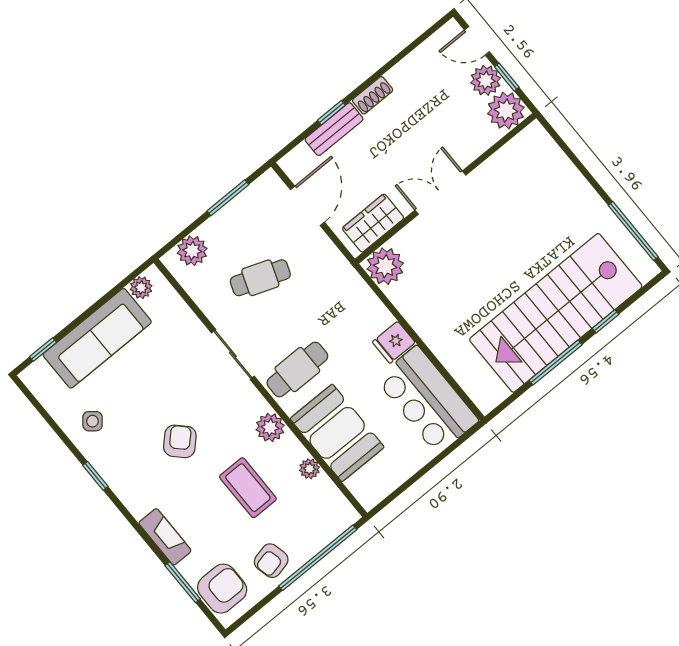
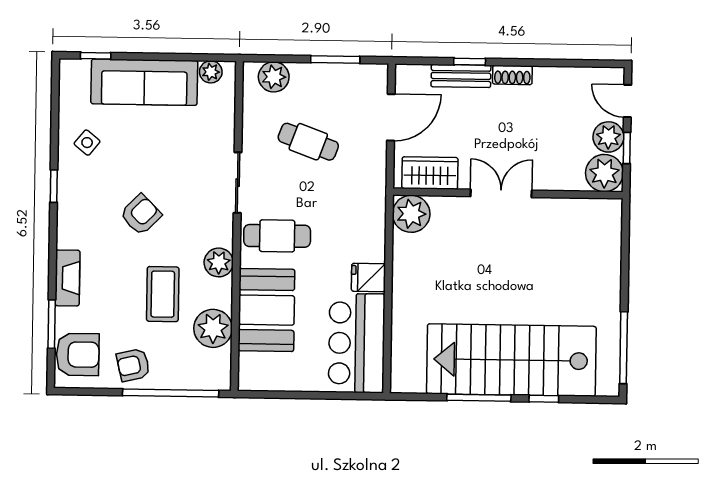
plant: (310, 469) -> (213, 328), width x1.87, depth x1.87

